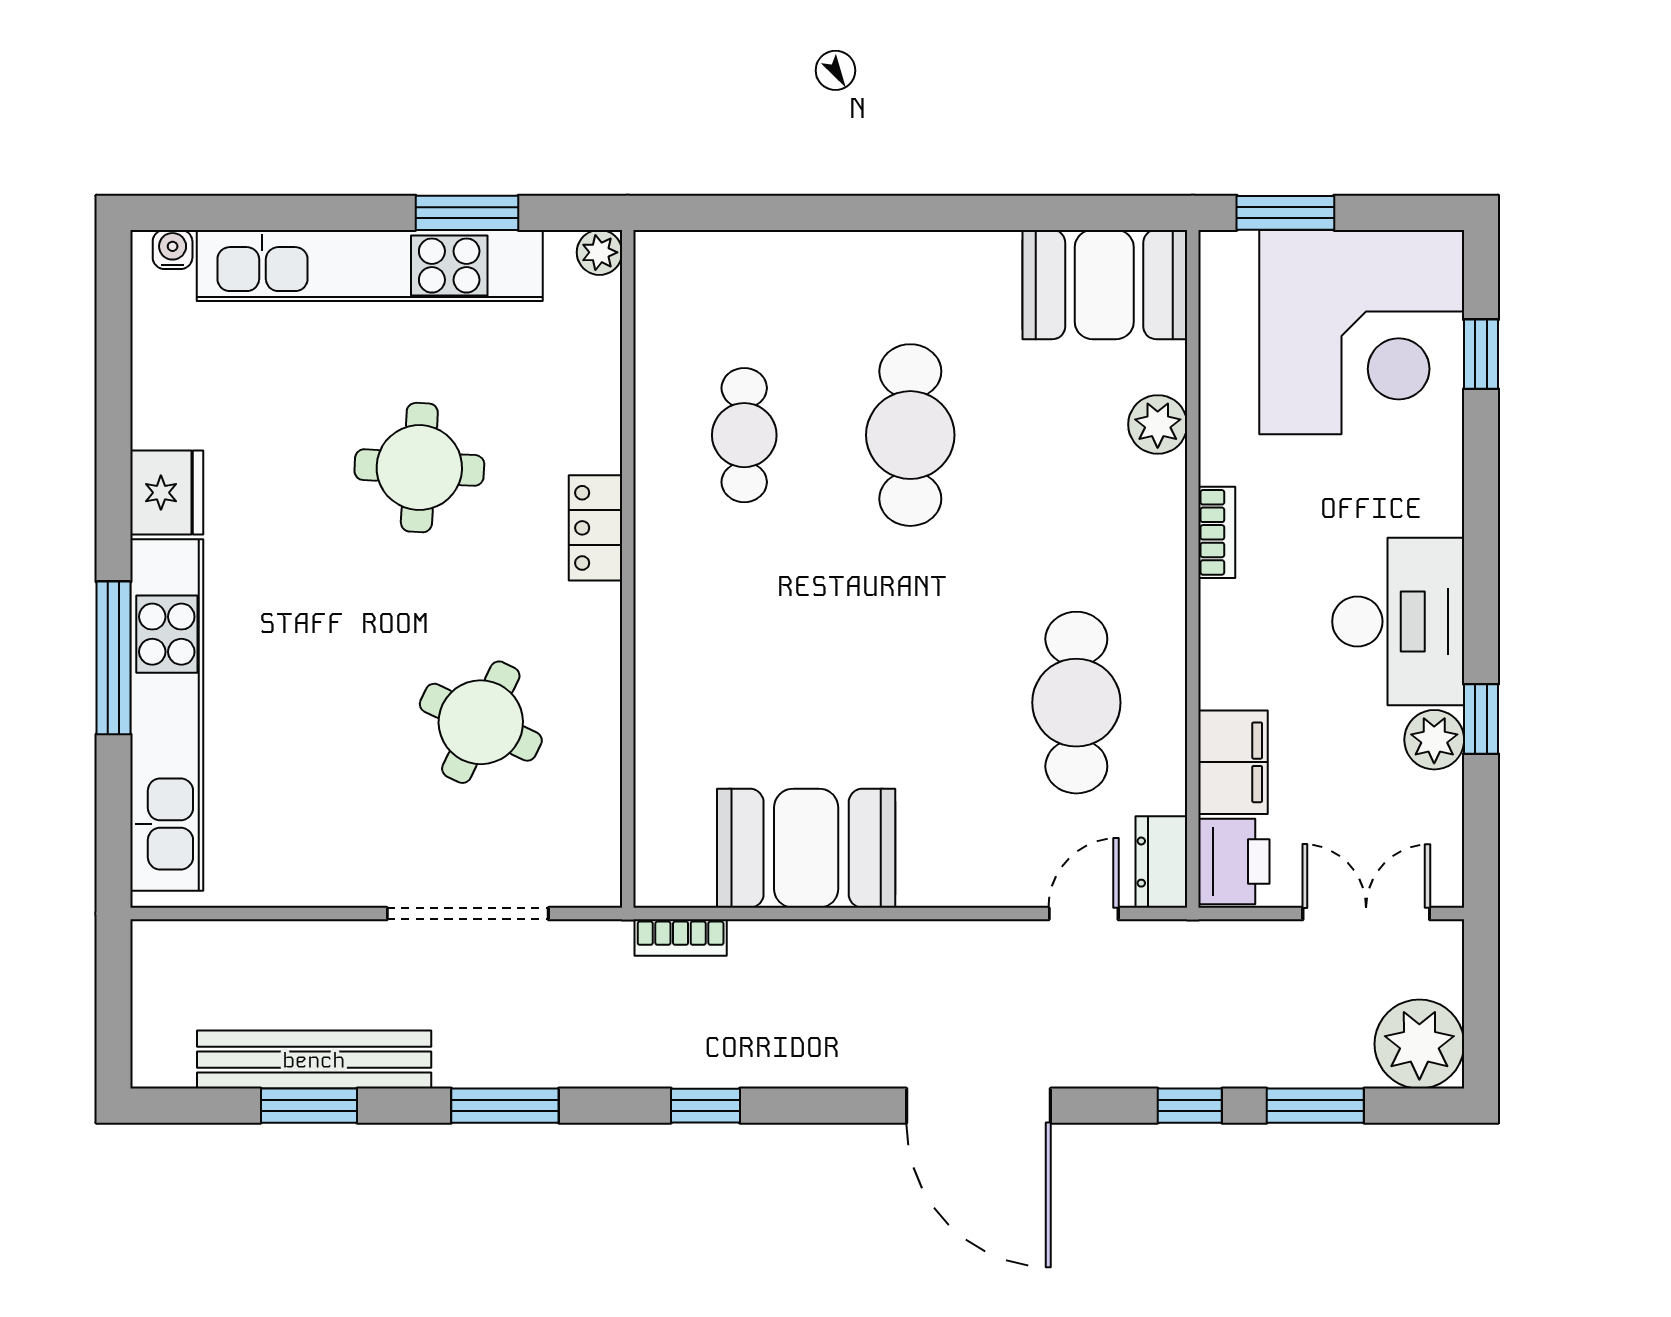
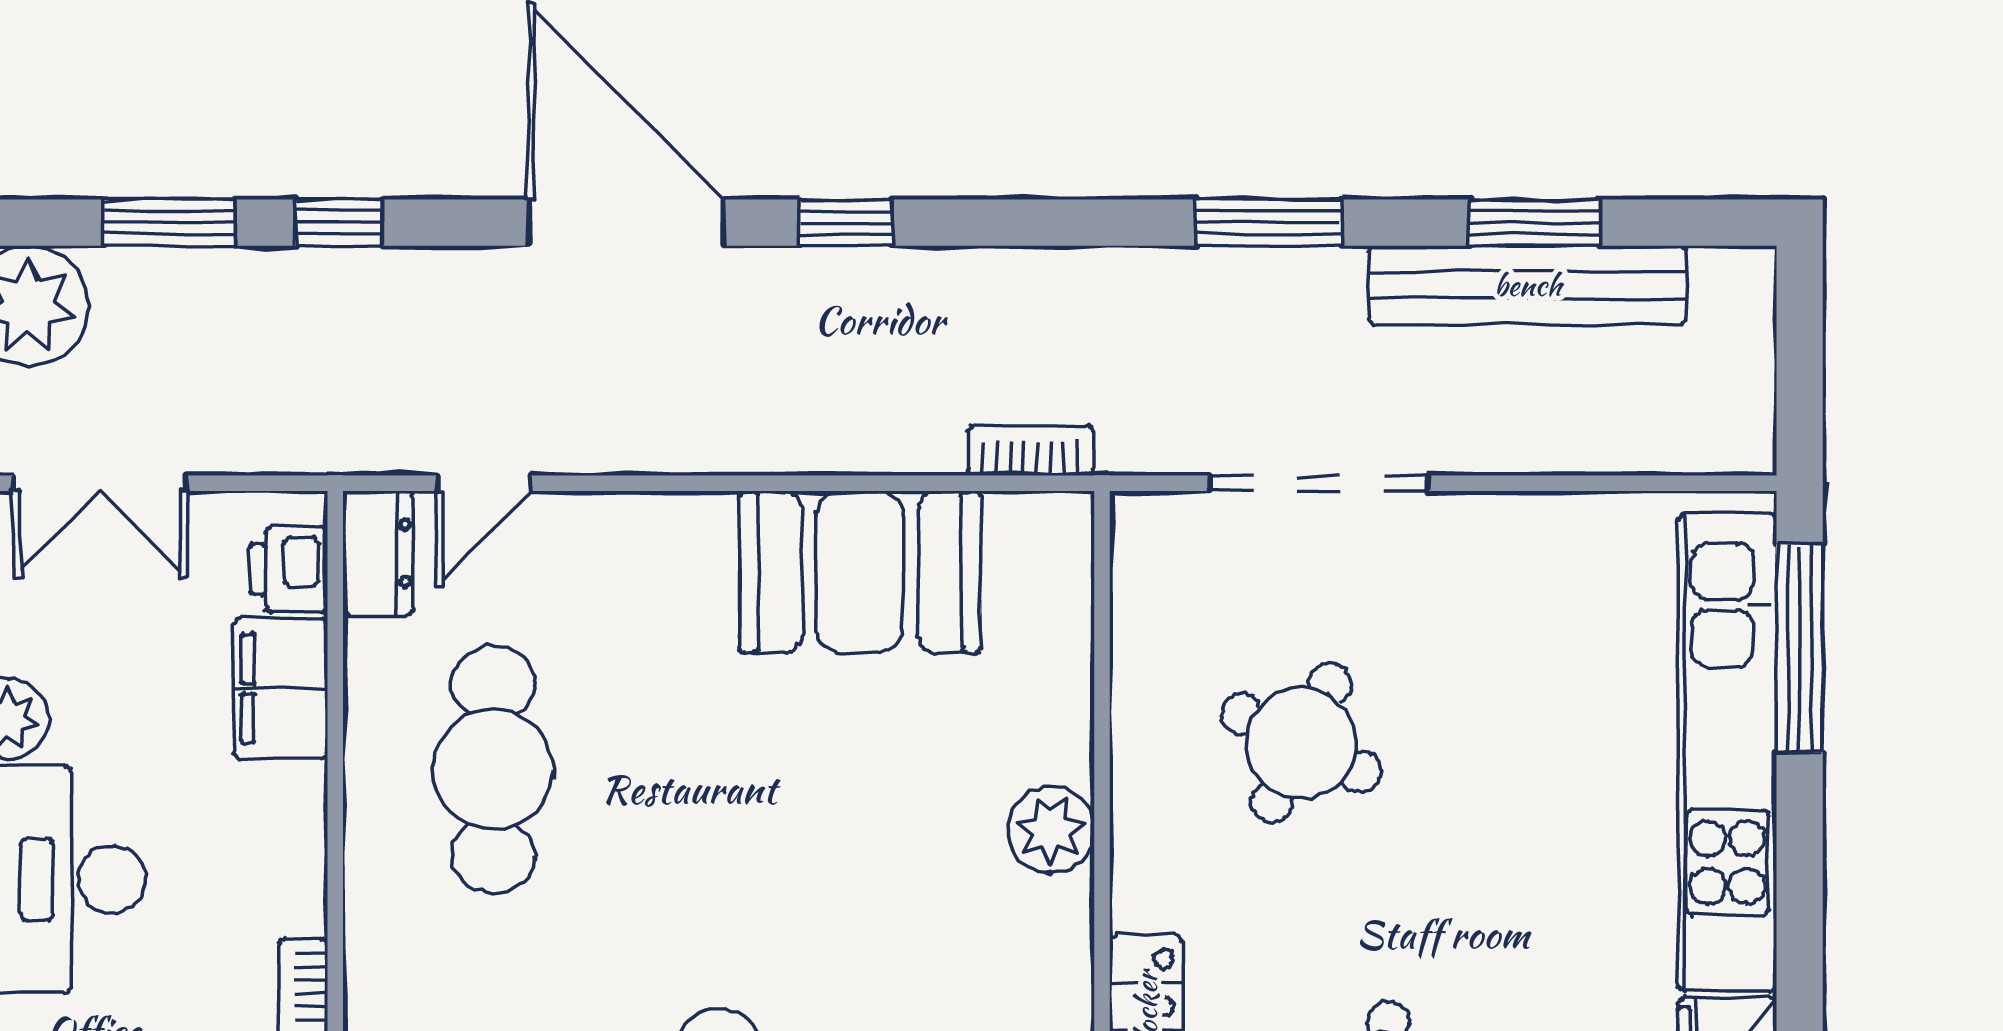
window: (114, 658) -> (1800, 648), moved
plant: (665, 658) -> (1051, 830), added
printer: (1234, 861) -> (289, 569), width x0.73, depth x0.81
window: (705, 1106) -> (846, 223), moved

